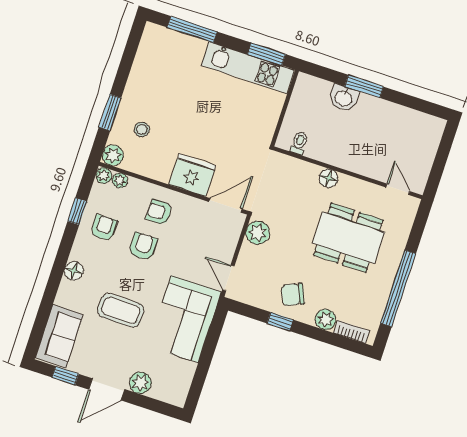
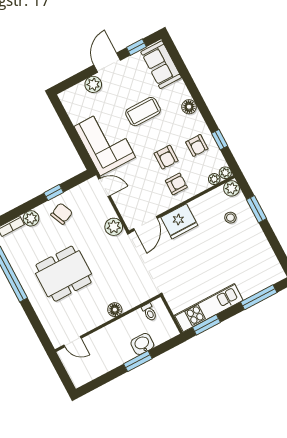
toilet: (299, 143) -> (149, 312), moved
wall: (348, 173) -> (108, 323), moved
floor lamp: (328, 178) -> (115, 310), moved
door: (398, 189) -> (73, 342), moved

